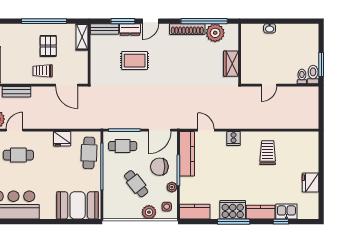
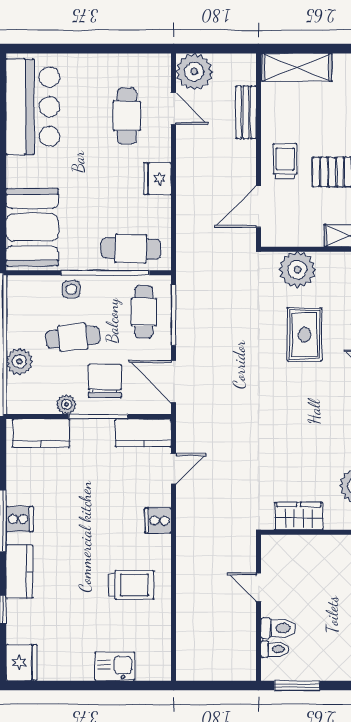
plant: (100, 64) -> (297, 270), added
toilet: (313, 74) -> (278, 628), moved
fridge: (62, 139) -> (158, 179), moved
kitchen counter: (187, 154) -> (143, 433), width x0.67
fridge: (311, 183) -> (22, 662), moved, turned 90
cafe table: (136, 184) -> (73, 337), turned 32
side table: (167, 207) -> (71, 289), moved
cooker: (233, 210) -> (20, 519), width x0.53, depth x0.76
kitchen counter: (195, 212) -> (41, 433), moved, turned 90
kitchen sink: (286, 212) -> (115, 666), moved, turned -90

